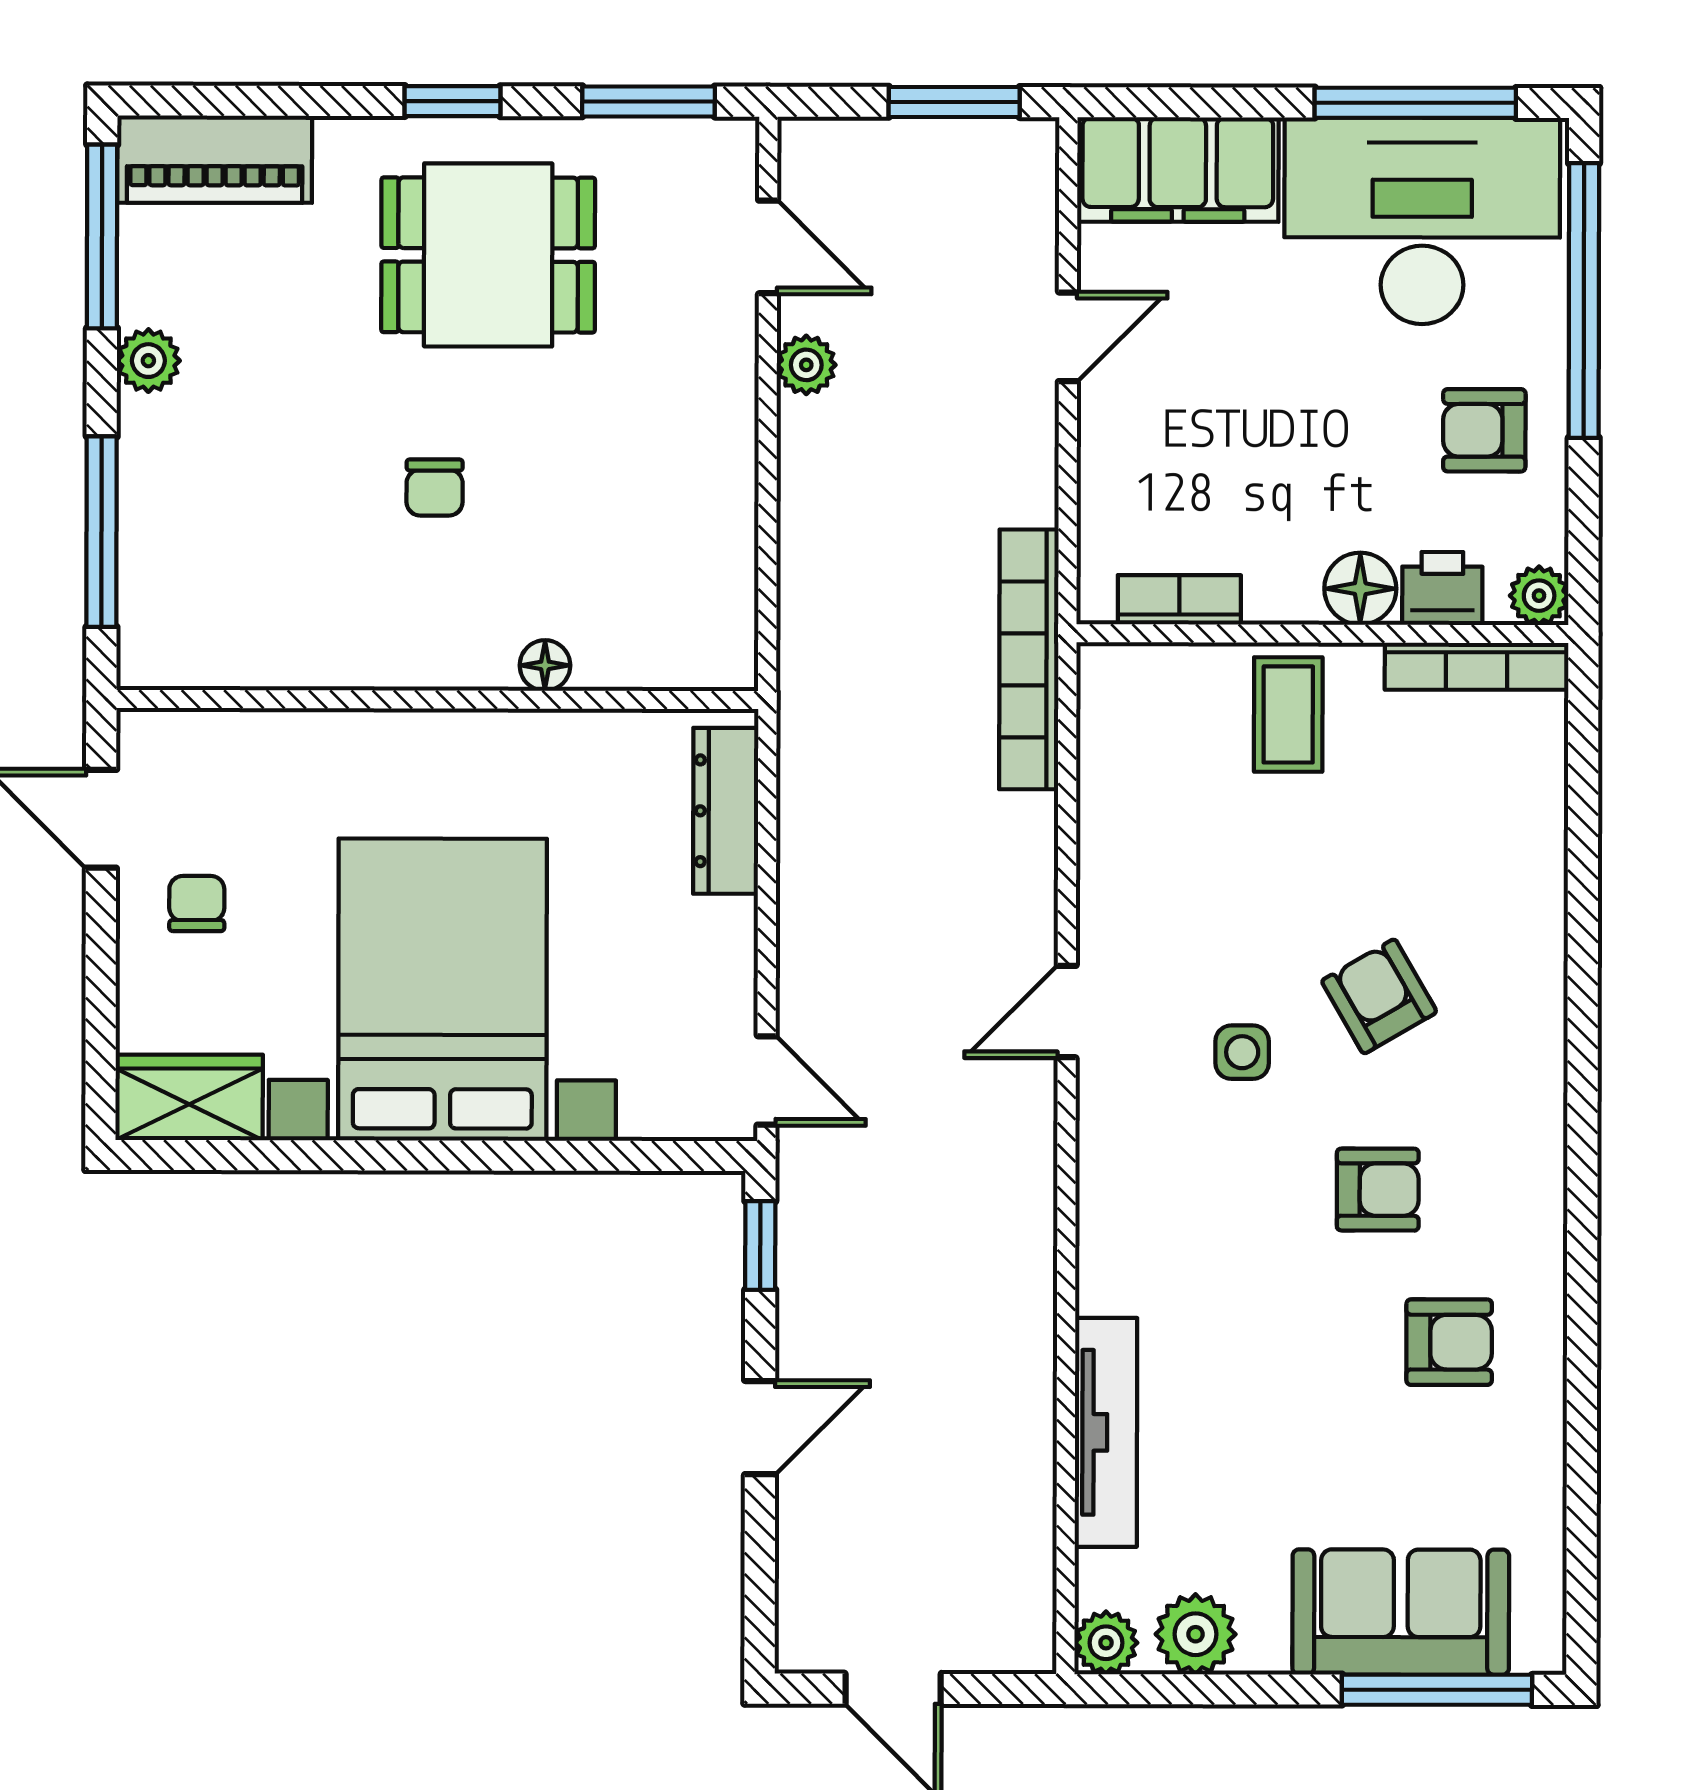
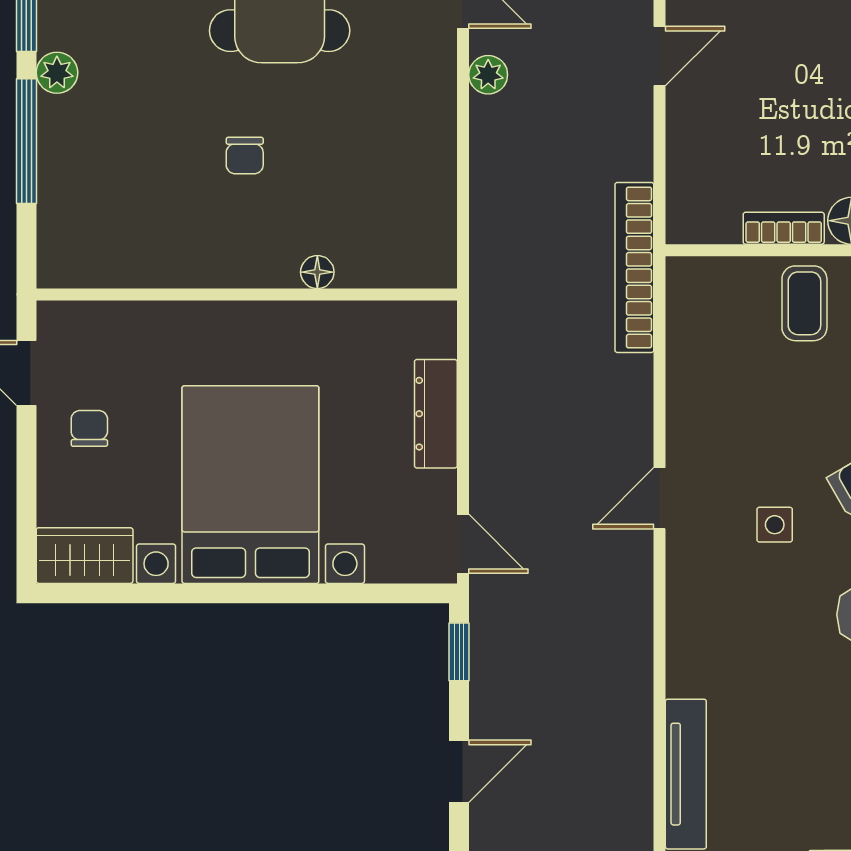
window: (102, 532) -> (26, 141), moved
bookcase: (1179, 600) -> (784, 228), moved
dresser: (726, 811) -> (436, 414), moved

